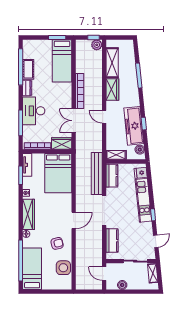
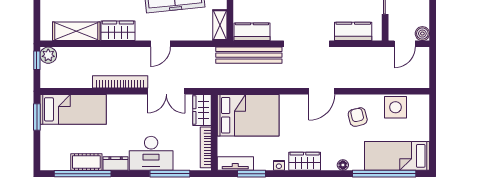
wardrobe: (29, 214) -> (305, 161), width x0.67
door: (74, 220) -> (322, 91), swing flipped
boiler: (122, 285) -> (422, 34), moved

